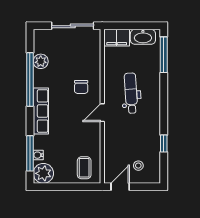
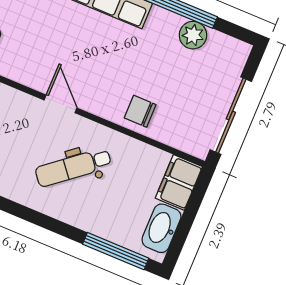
chair: (81, 87) -> (140, 111), moved
dental chair: (131, 93) -> (73, 167), turned 145

